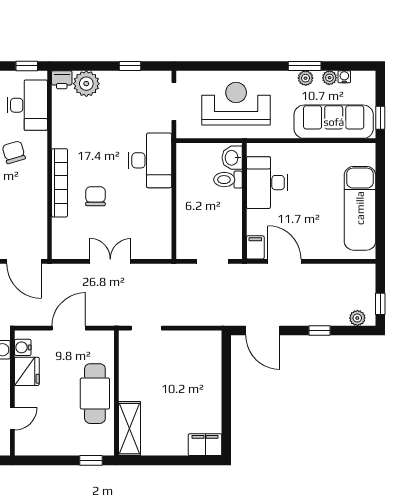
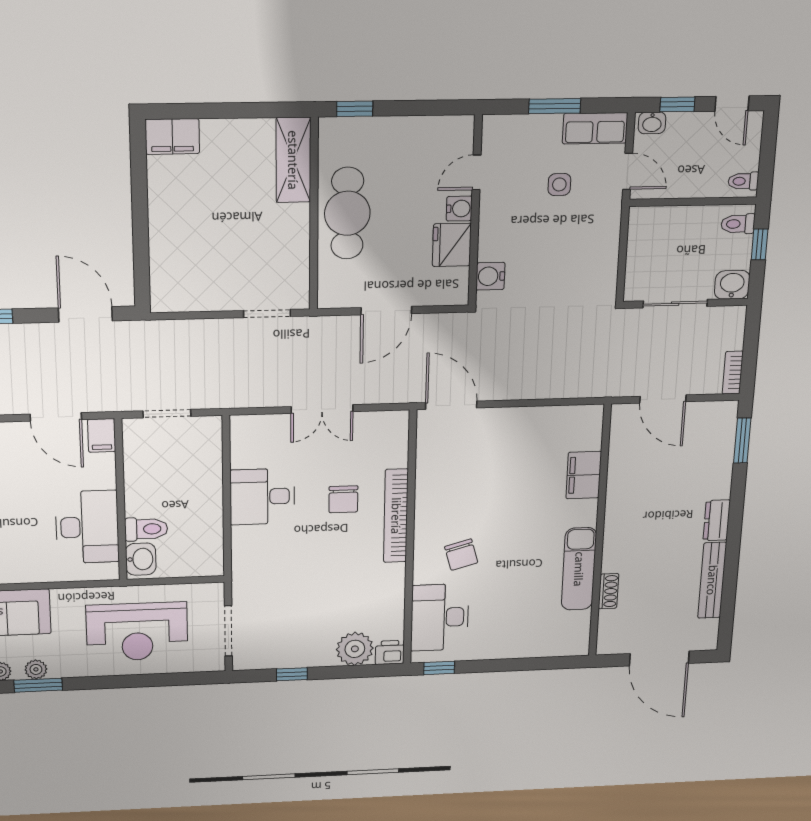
desk: (150, 160) -> (262, 497), moved, width x0.73
water cooler: (23, 347) -> (459, 209), moved

